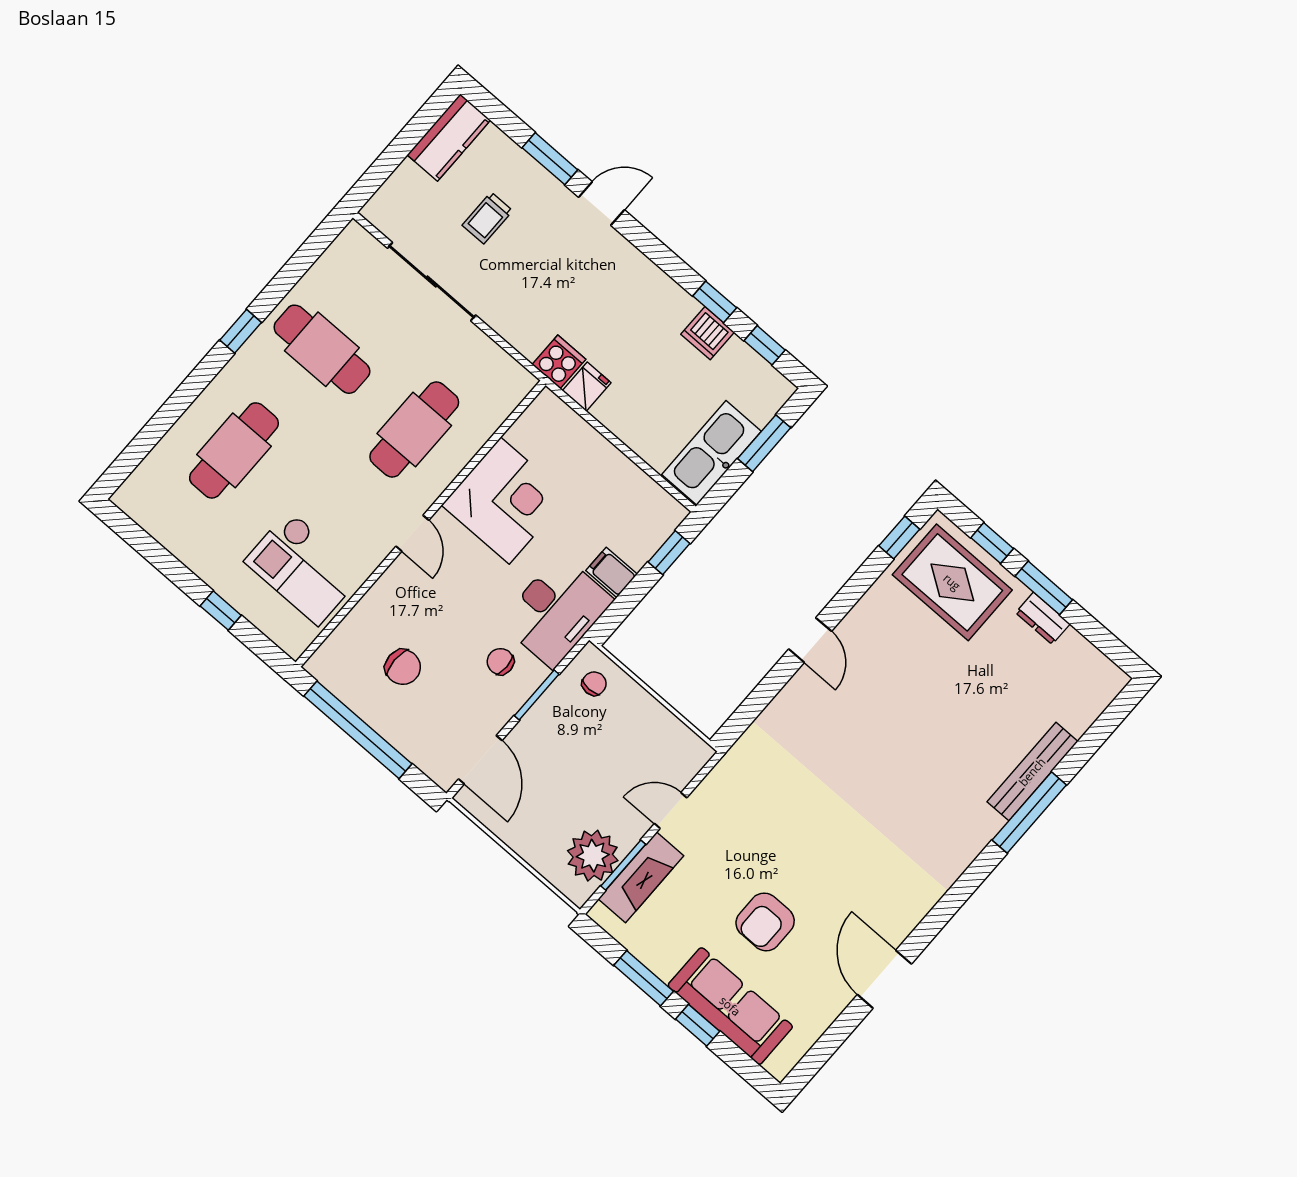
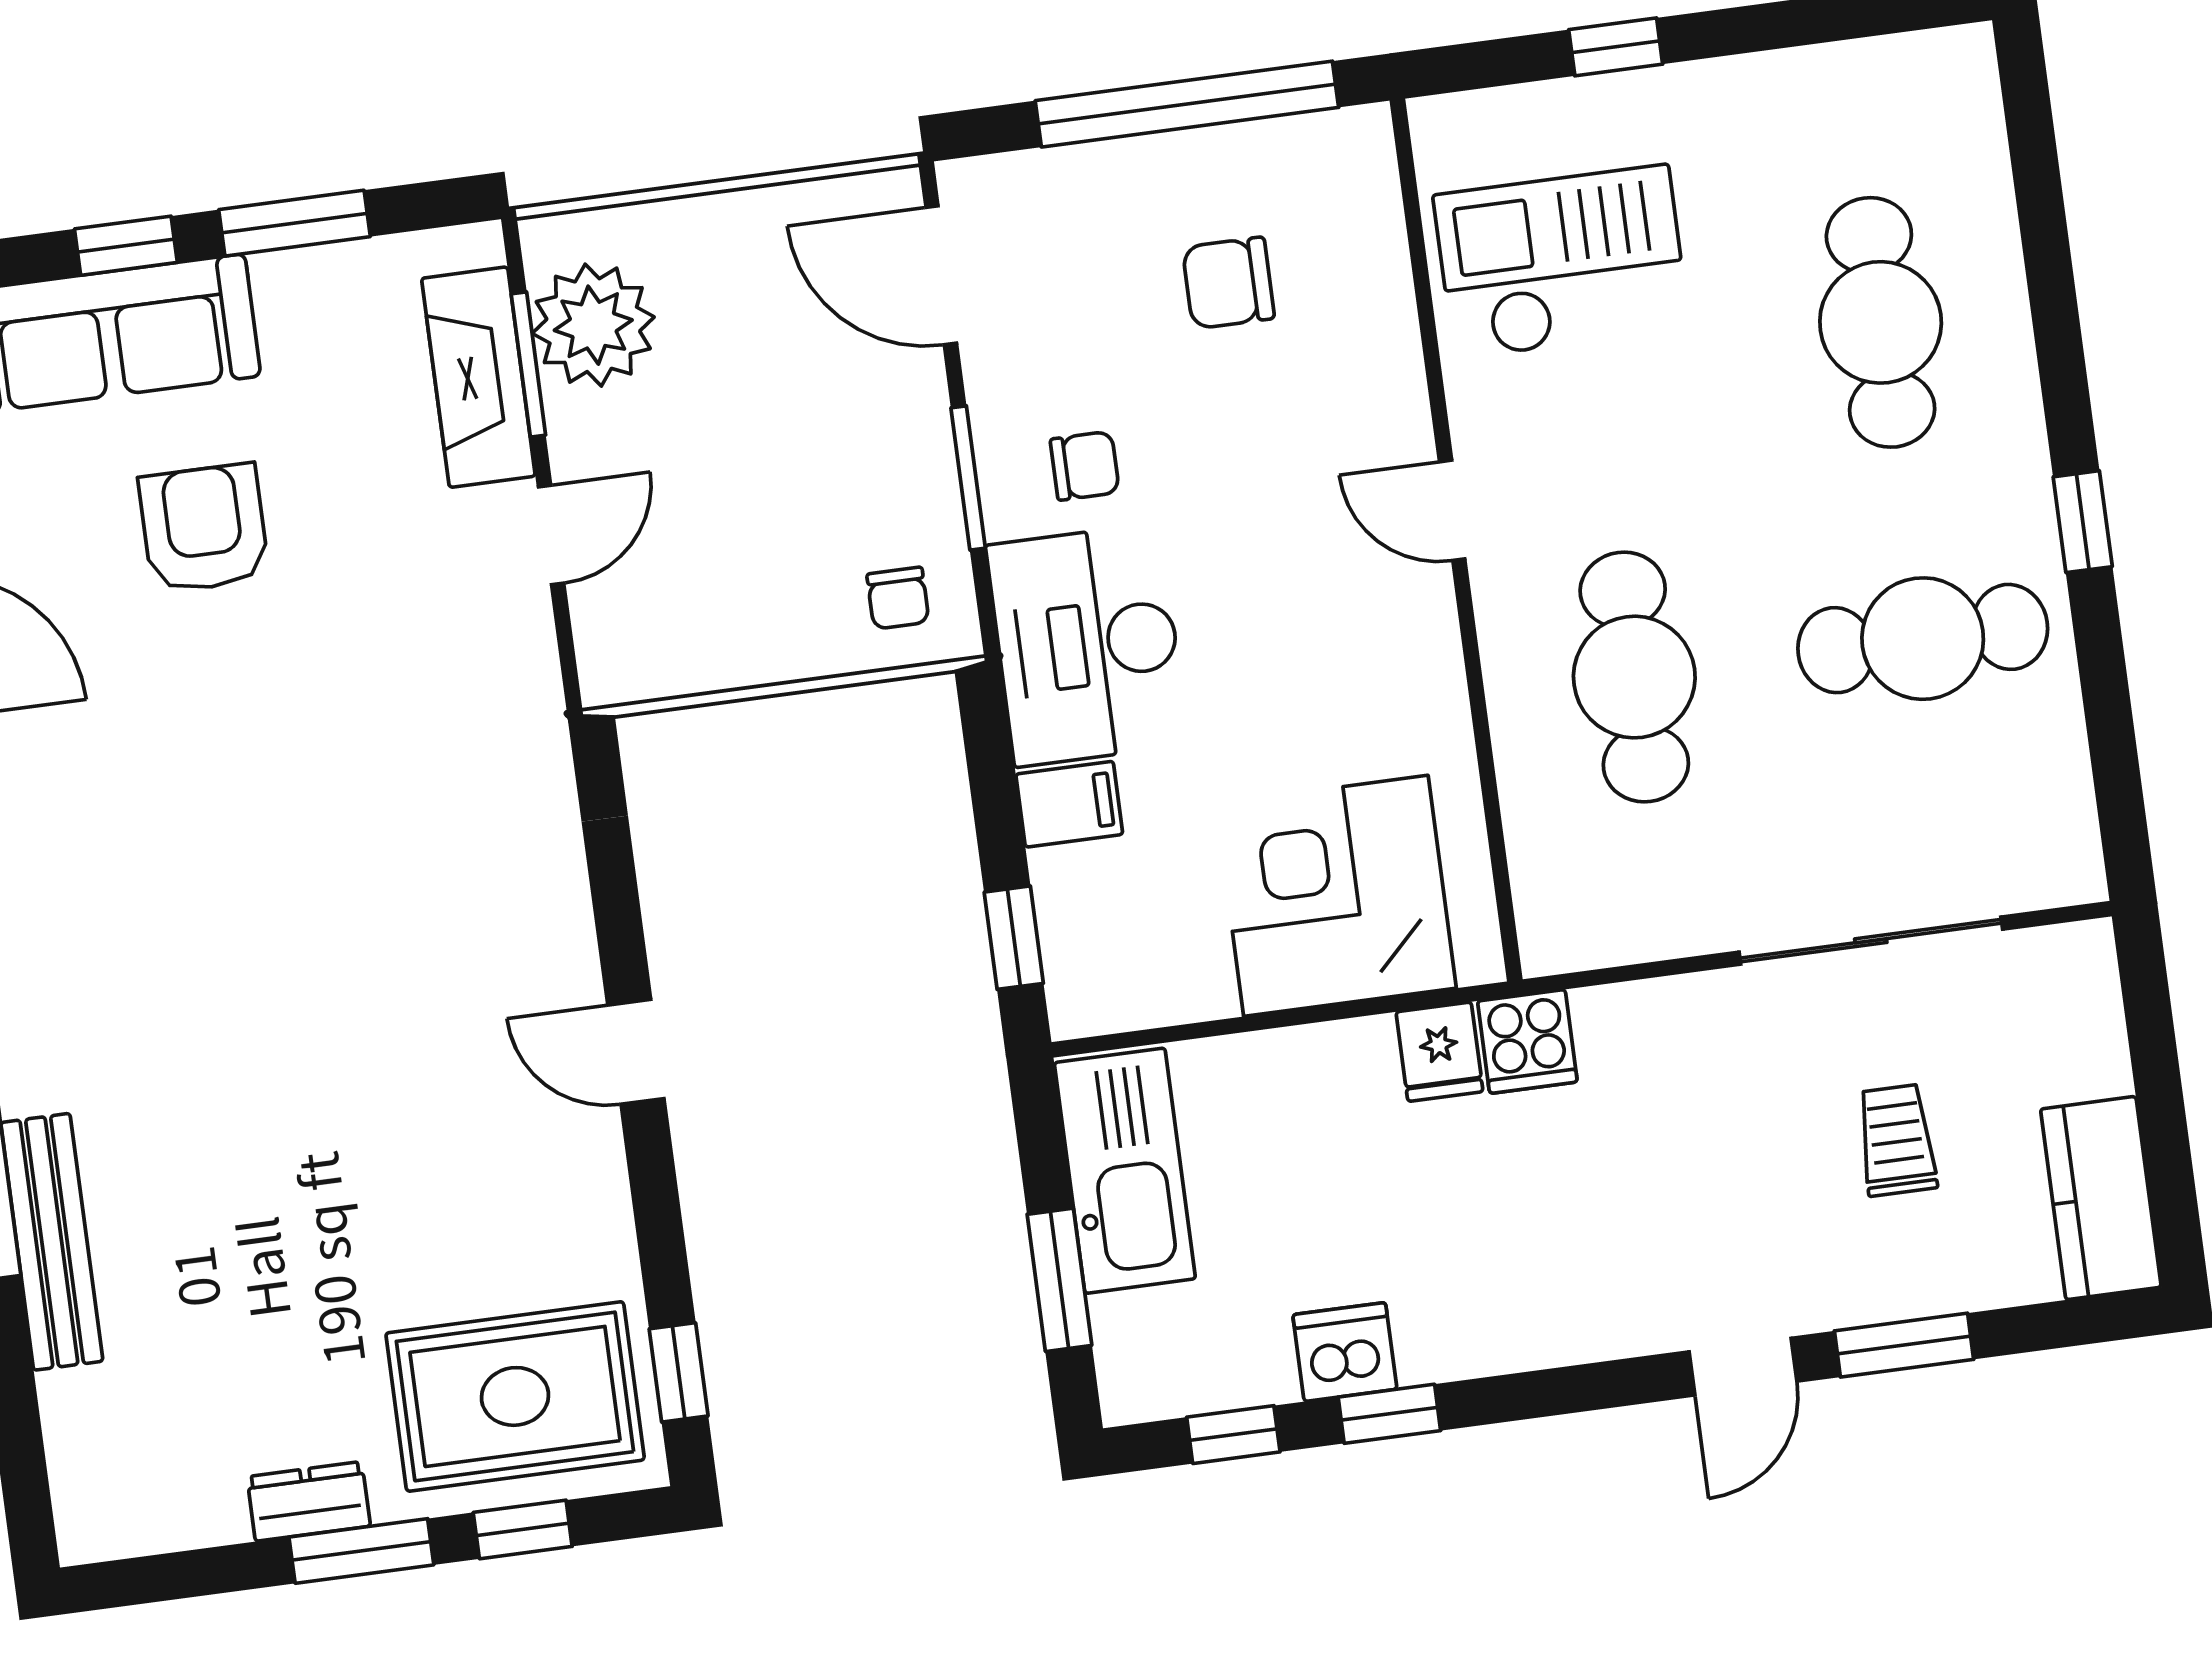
corner desk: (505, 501) -> (1336, 896), moved, turned 90

